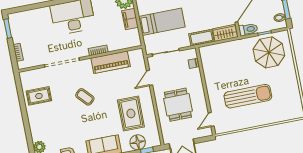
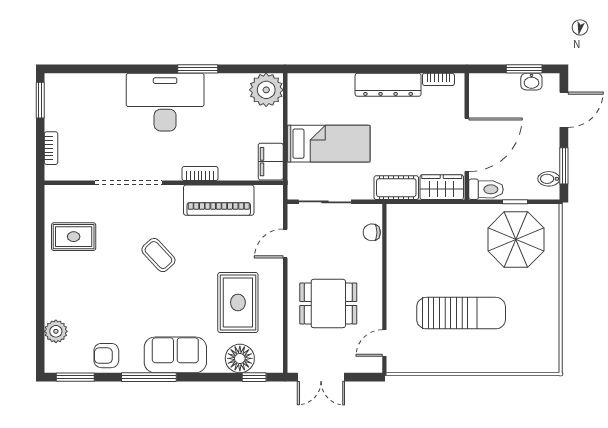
filing cabinet: (130, 19) -> (271, 162), moved
dining table: (178, 105) -> (328, 303), turned 90

